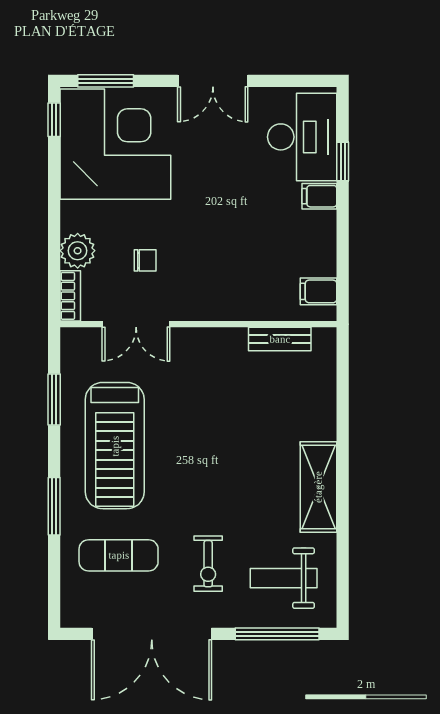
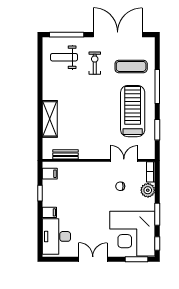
window: (343, 161) -> (40, 193), moved
window: (54, 192) -> (157, 214), added
shelving: (318, 487) -> (50, 119), moved
window: (54, 506) -> (157, 86), width x1.44
weight bench: (284, 578) -> (64, 57), turned 180

